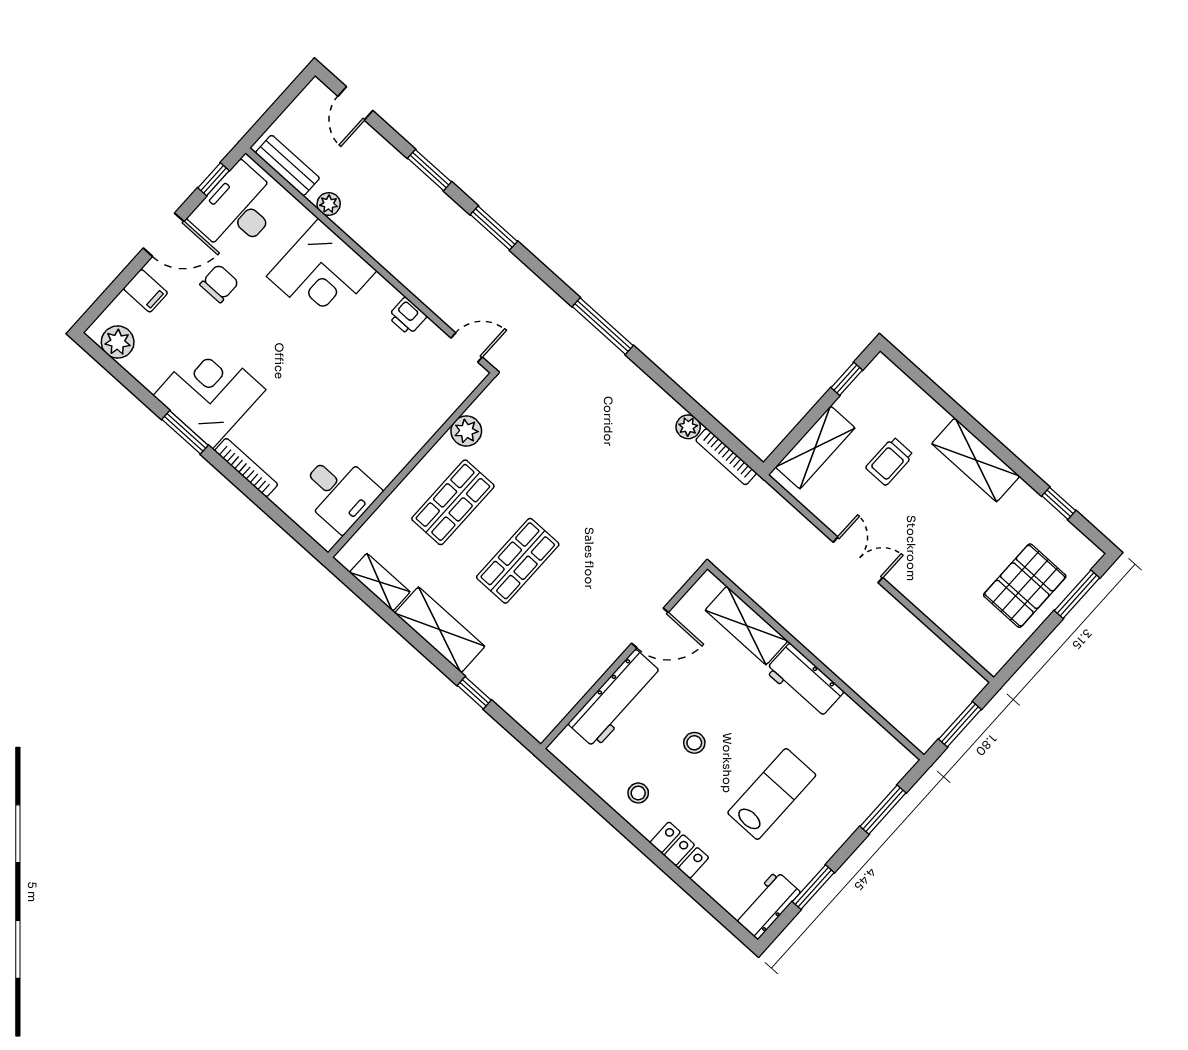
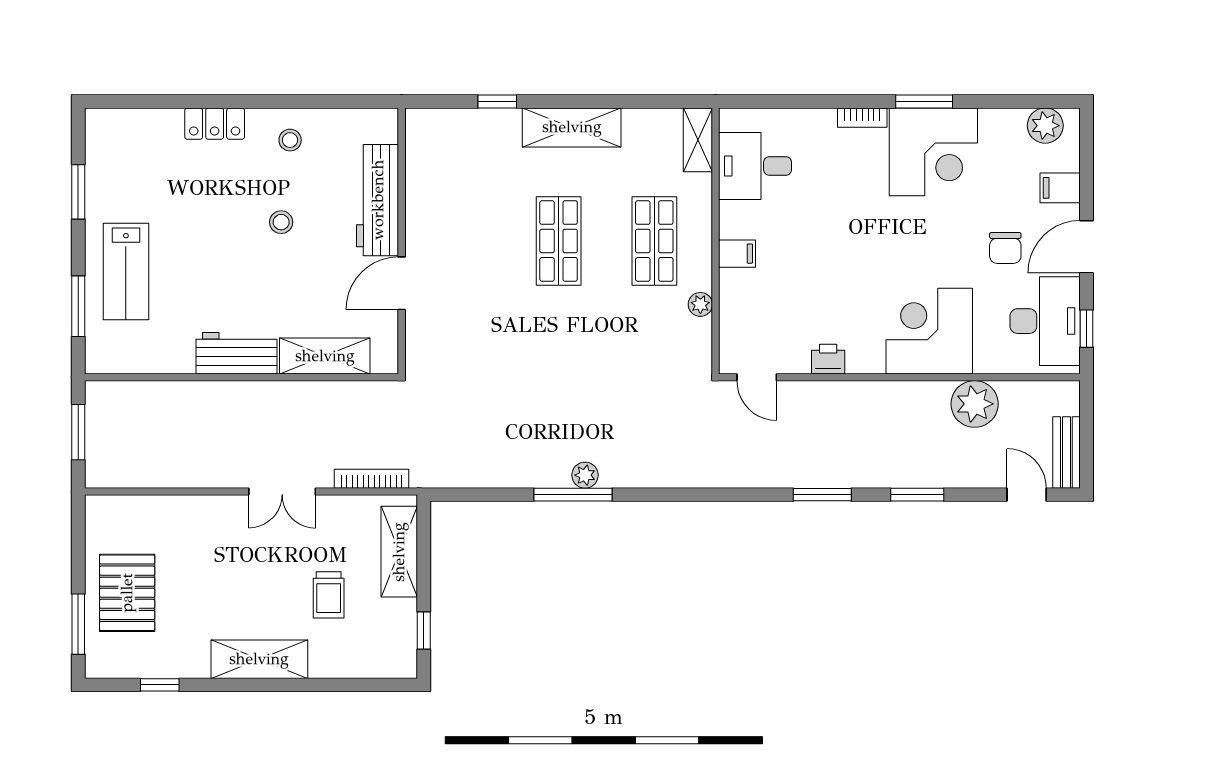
bench: (287, 165) -> (1066, 452), moved, turned 90
plant: (329, 204) -> (975, 404), width x1.87, depth x1.87
window: (603, 326) -> (573, 495), moved
door: (467, 348) -> (757, 377), hinge flipped
plant: (688, 427) -> (585, 475), moved
plant: (466, 431) -> (700, 304), width x0.73, depth x0.73
filing cabinet: (405, 443) -> (737, 254), added
bookcase: (726, 457) -> (372, 479), moved
trolley: (889, 461) -> (329, 595), turned 180
bookcase: (246, 468) -> (862, 118), width x0.64
shelving: (380, 582) -> (698, 140), moved, turned 90
lab bench: (772, 794) -> (126, 271), moved
workbench: (767, 905) -> (103, 143), removed

